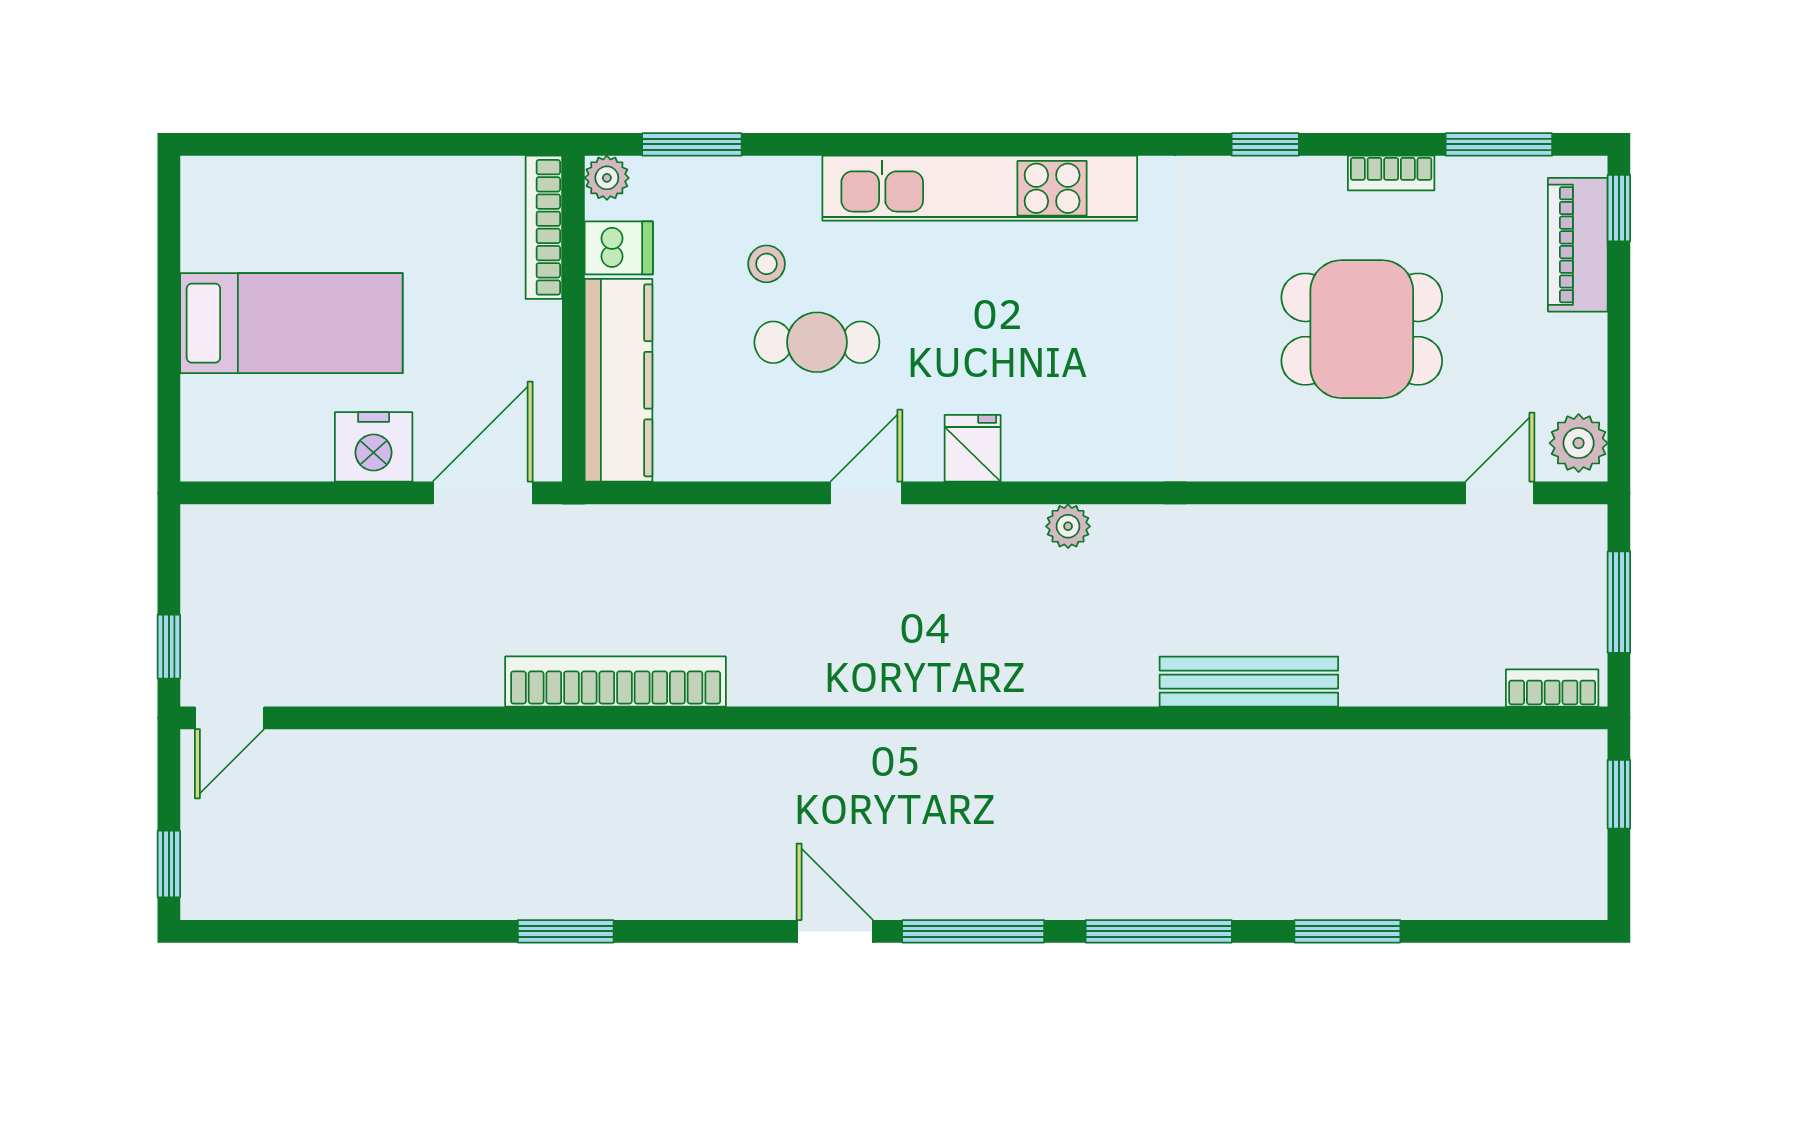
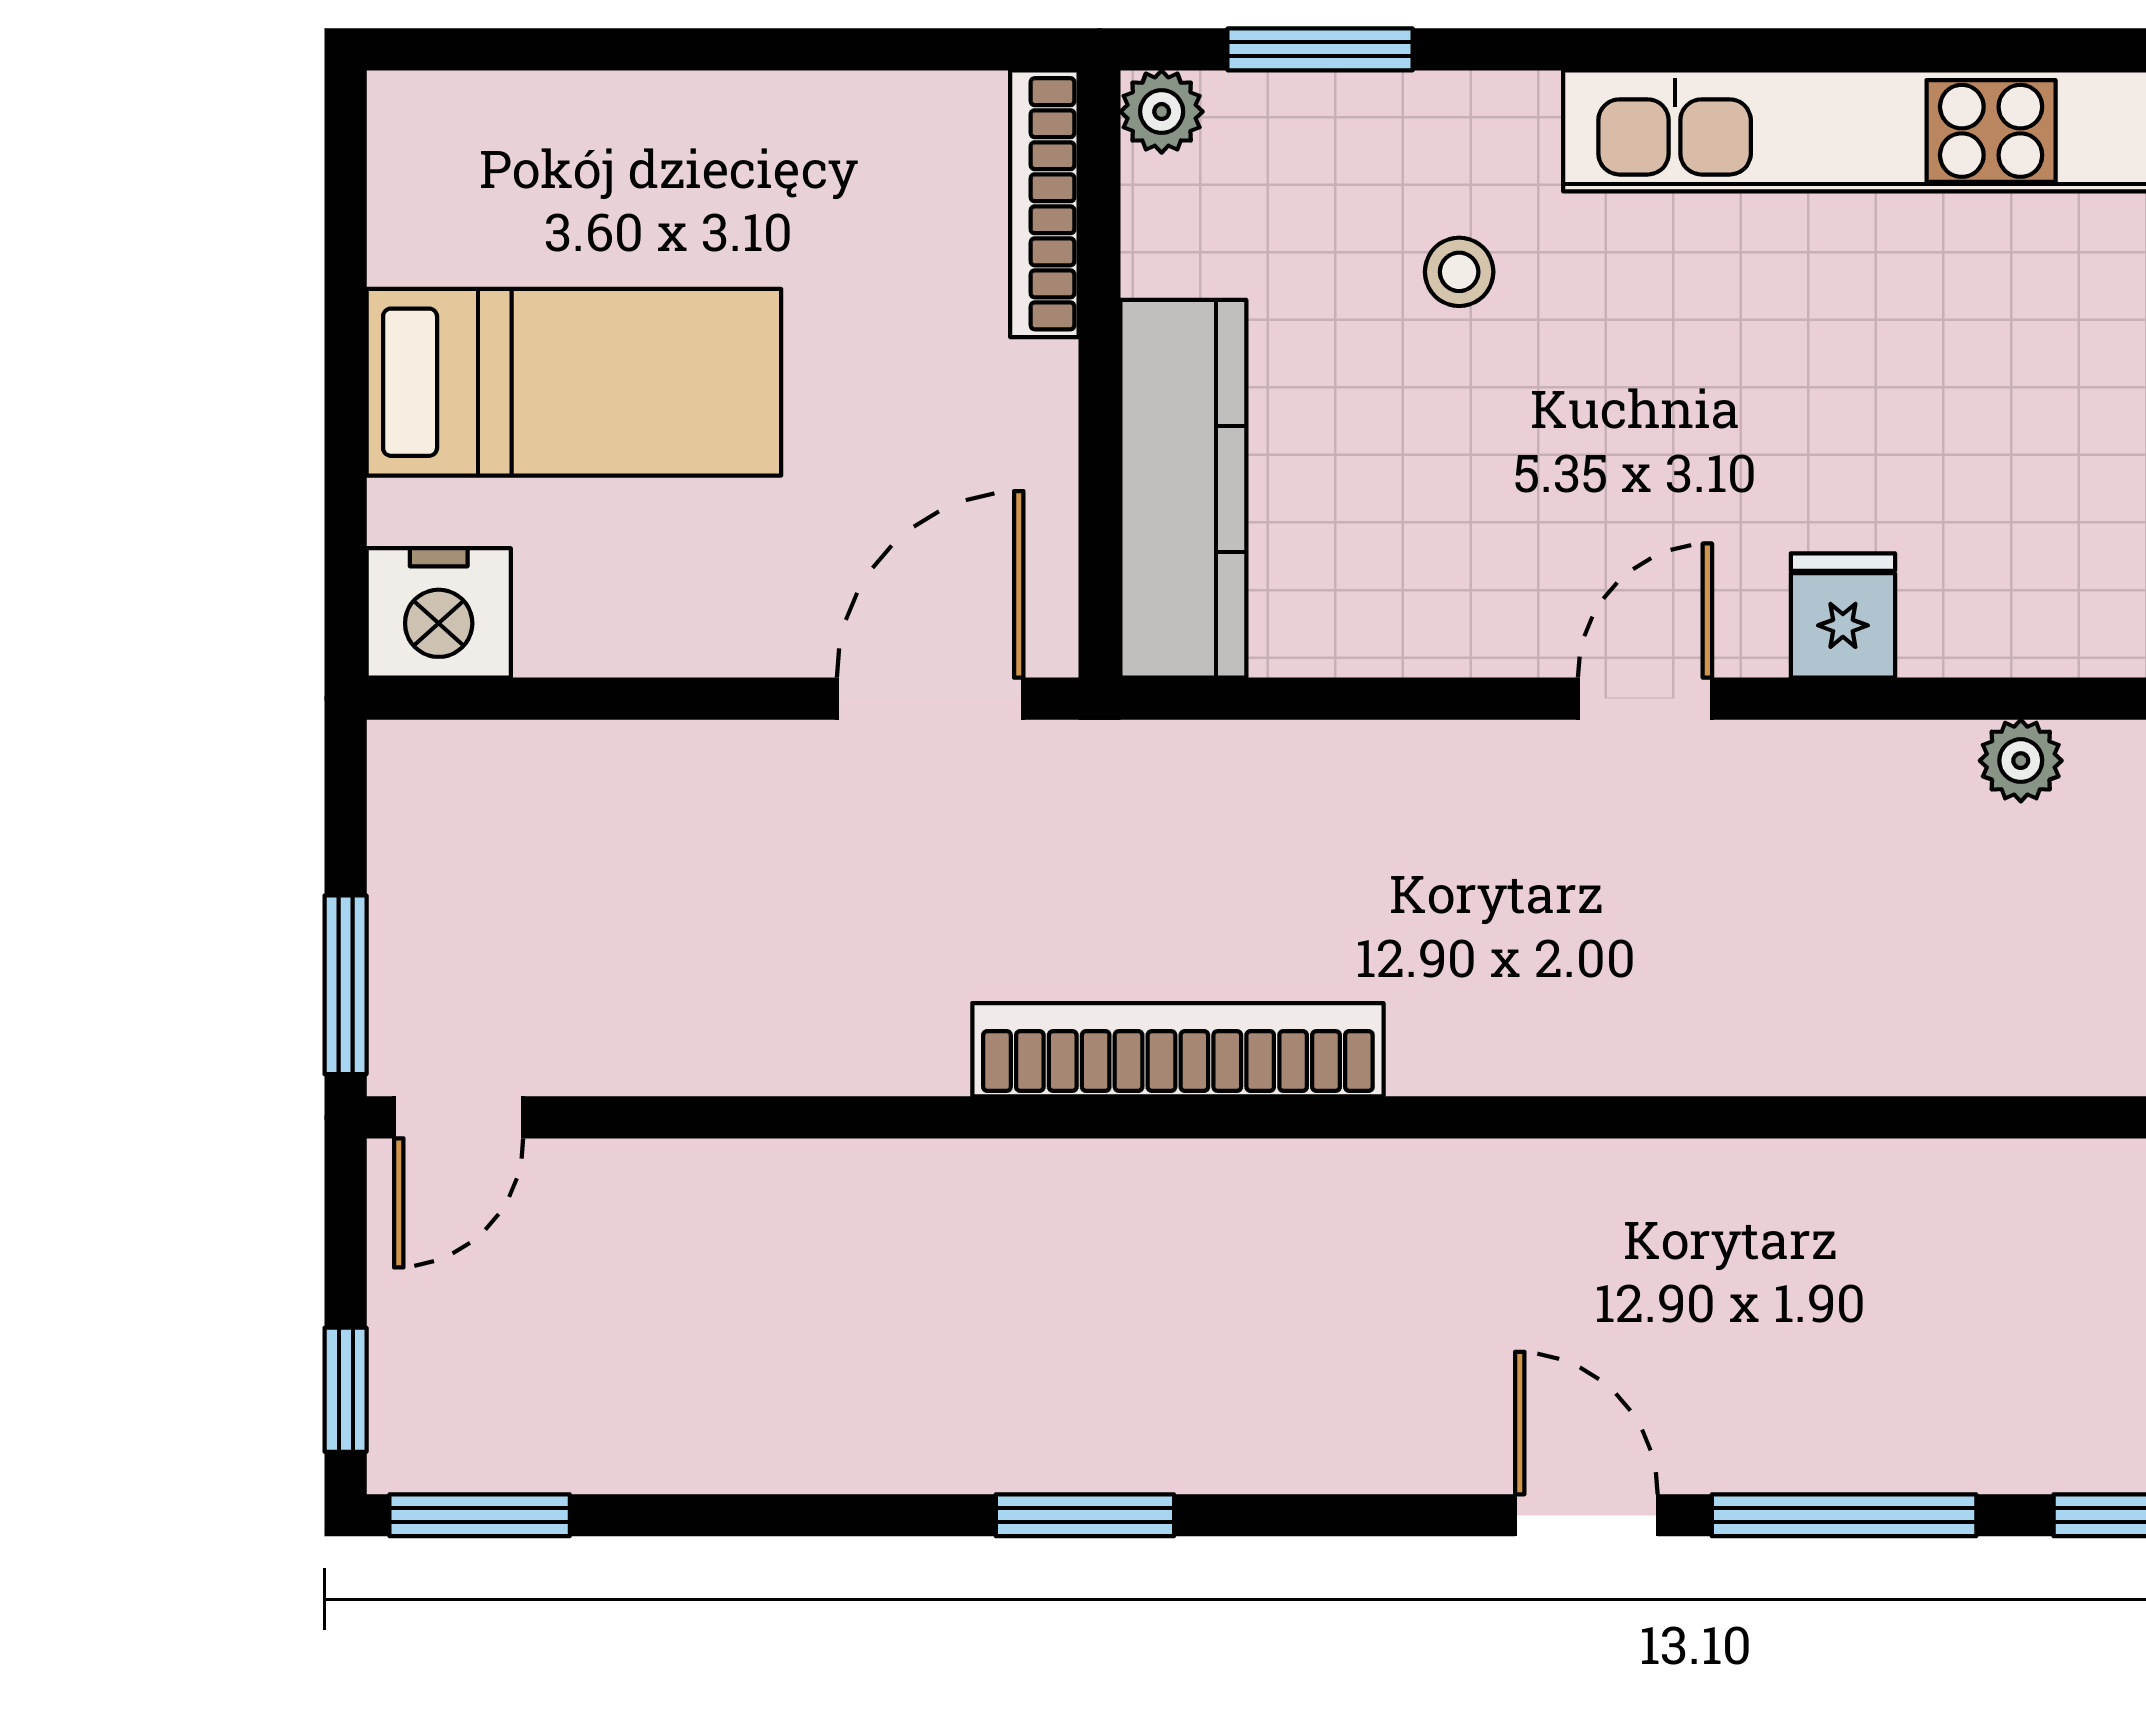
dishwasher: (619, 248) -> (1184, 242), removed
cafe table: (817, 342) -> (1553, 418), removed
nightstand: (374, 447) -> (439, 613), moved
window: (169, 647) -> (346, 985), width x1.50
window: (241, 931) -> (480, 1515), added

